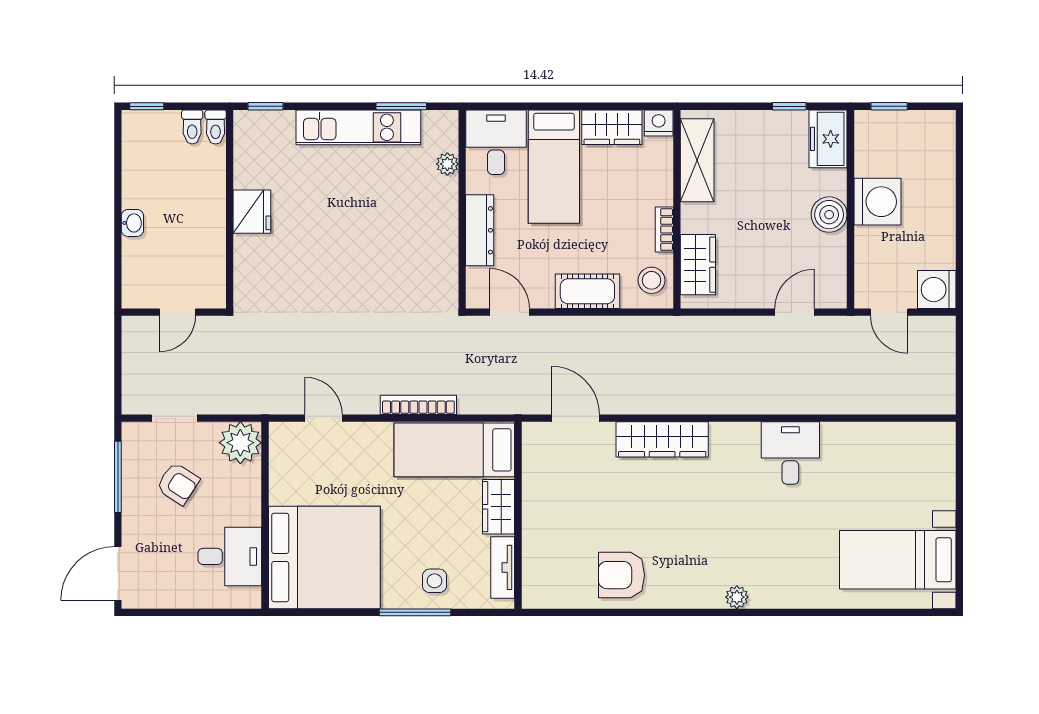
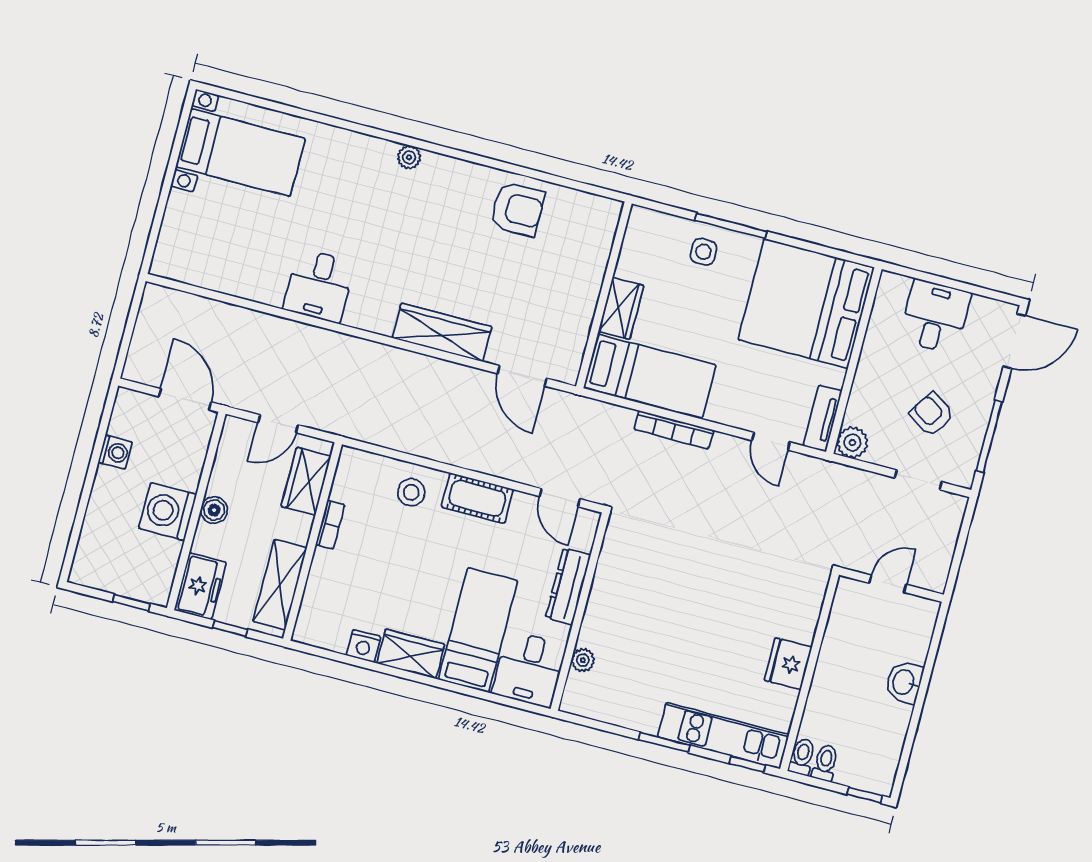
window: (401, 106) -> (664, 742), moved
kitchen unit: (358, 127) -> (723, 736), moved
shelving: (697, 160) -> (280, 585), moved
wall: (677, 209) -> (313, 542), moved
boiler: (829, 215) -> (214, 510), width x0.73, depth x0.73
washbasin: (132, 223) -> (904, 682), width x1.38, depth x1.45
bookcase: (664, 230) -> (330, 525), moved
wardrobe: (698, 265) -> (306, 481), moved
washing machine: (937, 290) -> (115, 452), moved, width x0.73, depth x0.73
door: (889, 312) -> (185, 399), width x1.38
plant: (240, 443) -> (852, 443), width x0.73, depth x0.73
desk: (230, 556) -> (935, 316), moved, turned 90
tv unit: (503, 567) -> (822, 418), moved, turned 180

